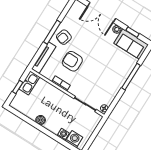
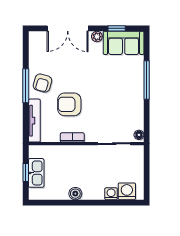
kitchen sink: (29, 83) -> (36, 173), moved

